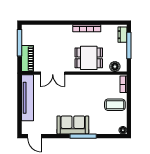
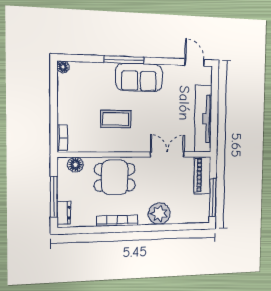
plant: (58, 32) -> (159, 214), added
coffee table: (115, 105) -> (116, 119), moved

